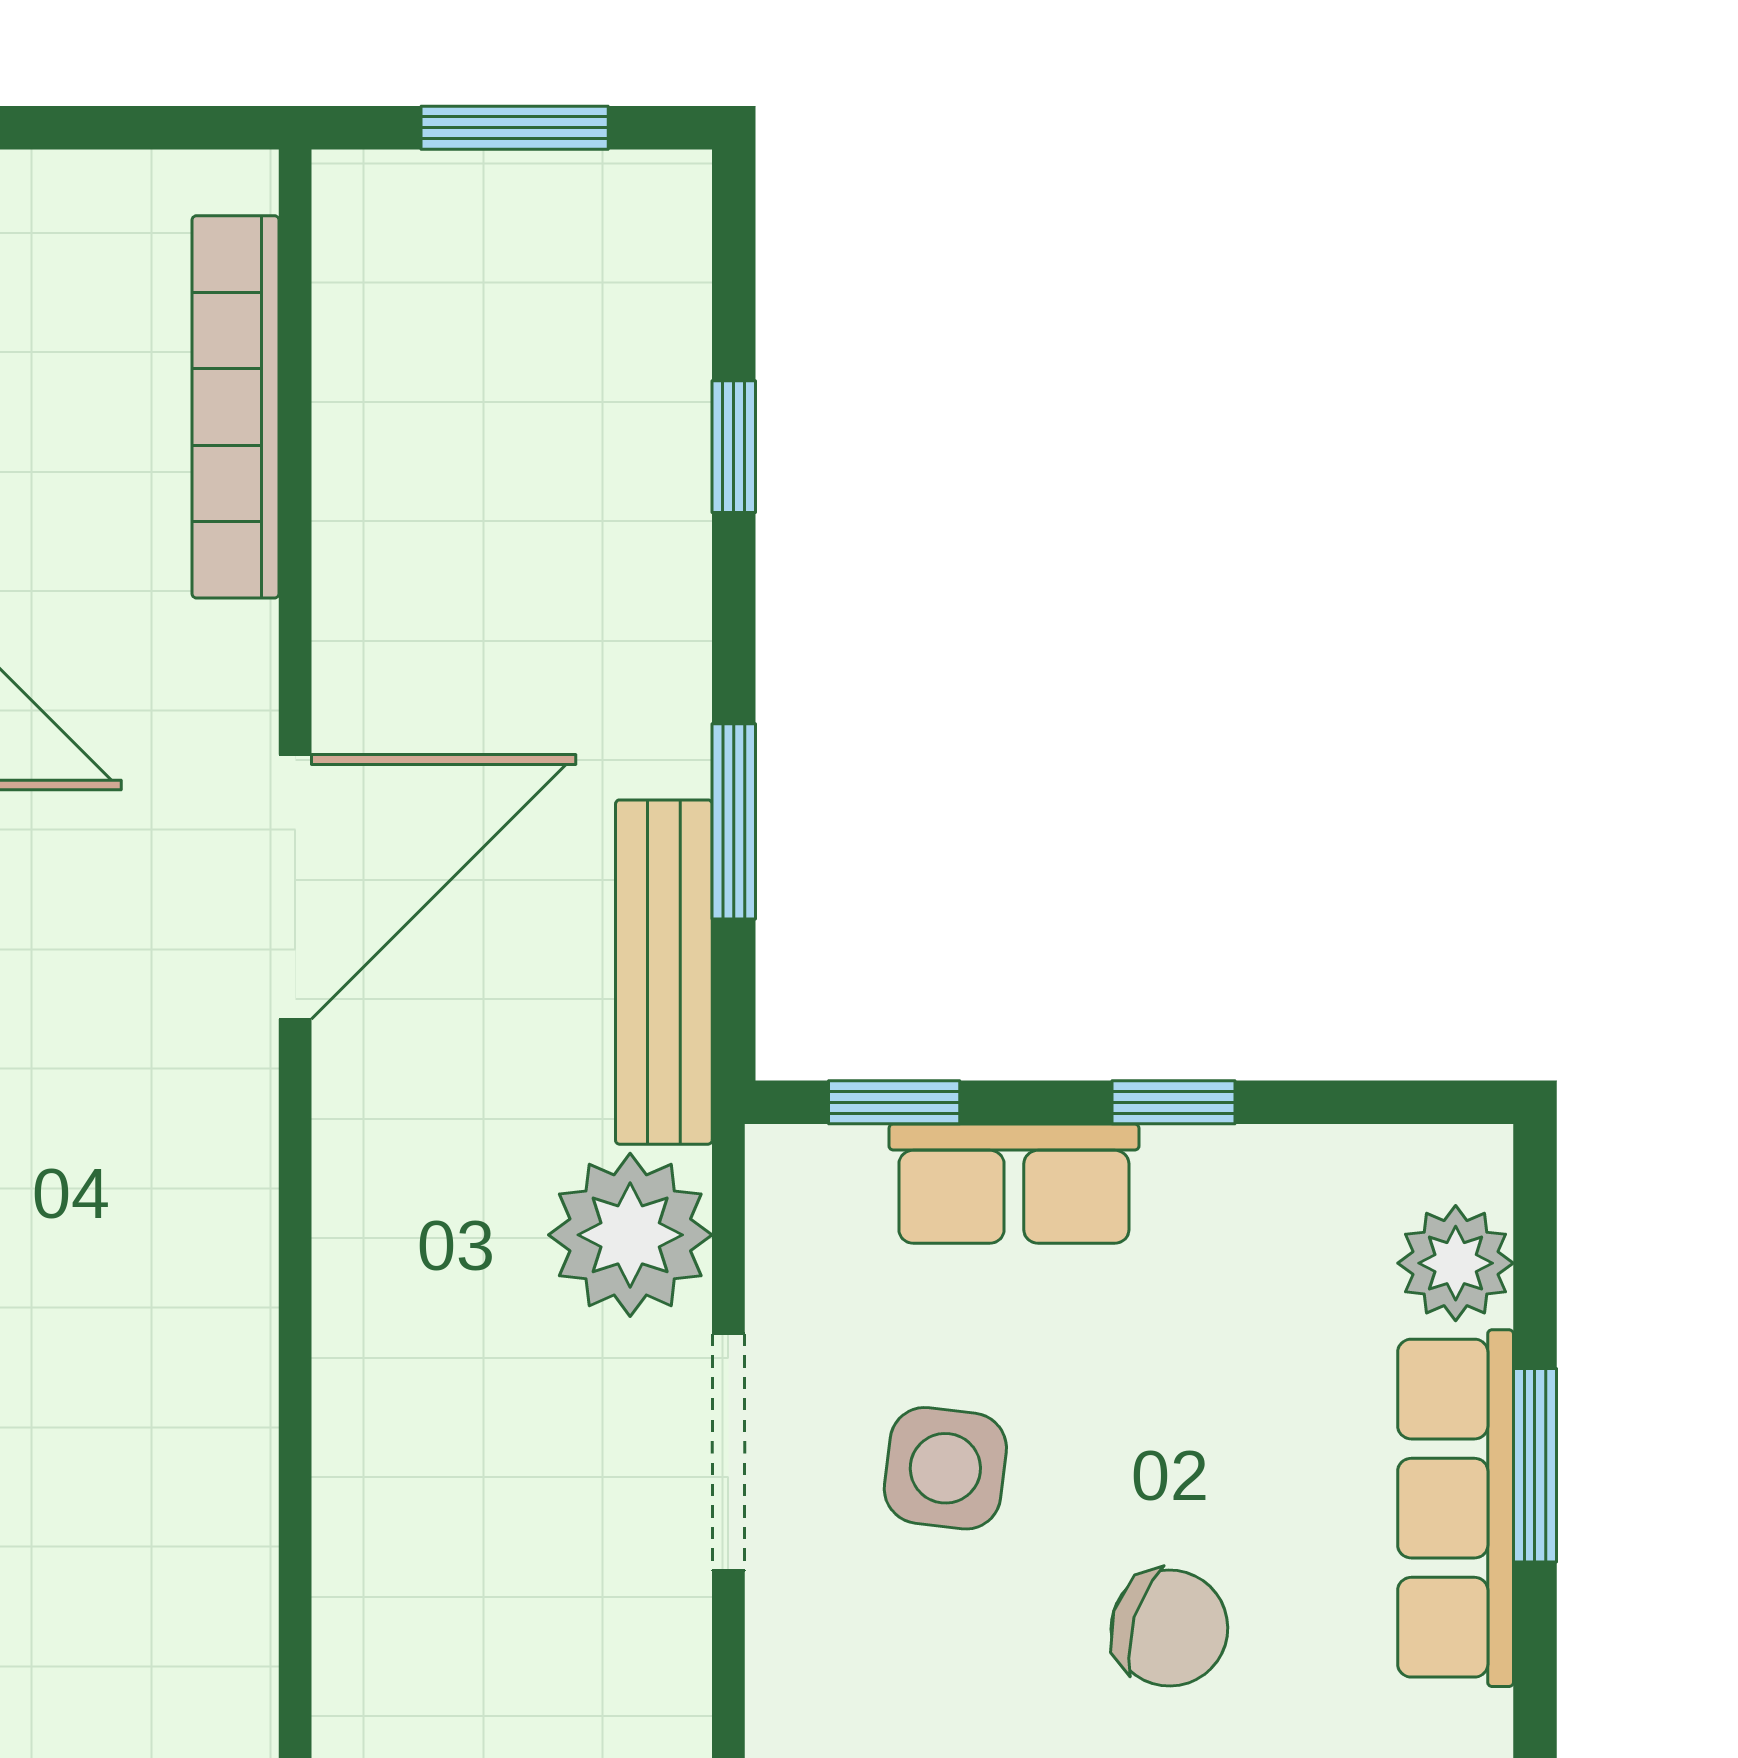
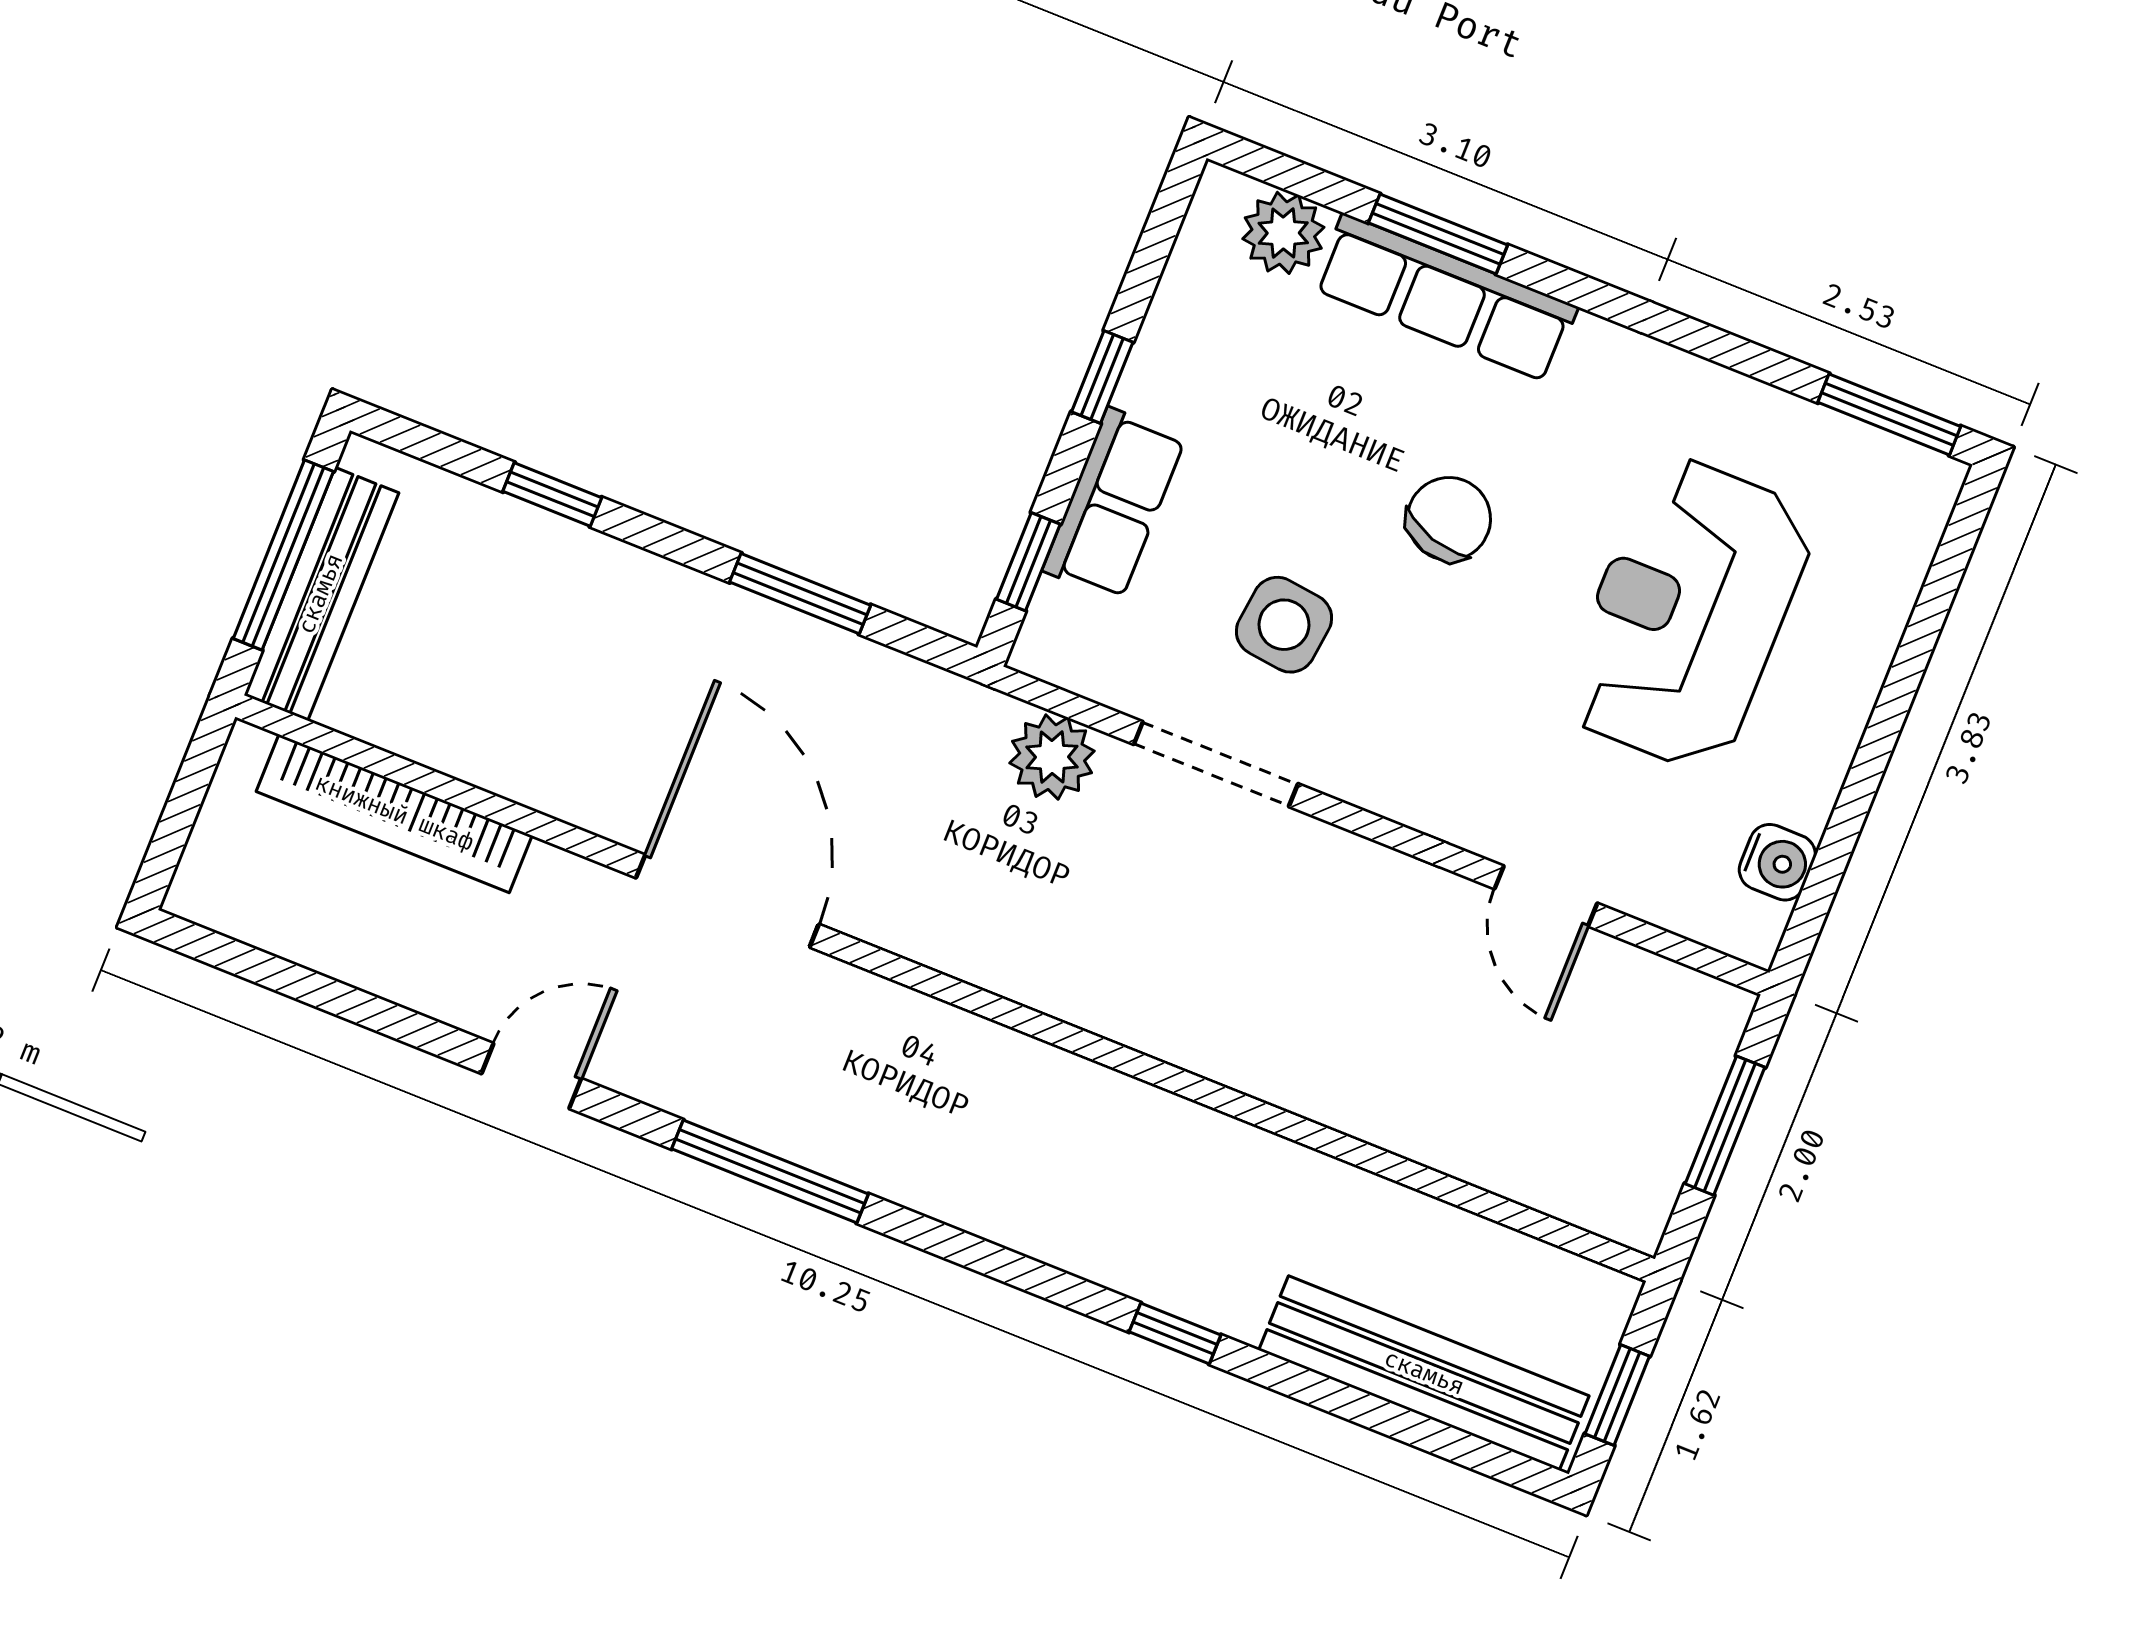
window: (515, 128) -> (283, 555), width x1.44
bench: (664, 972) -> (321, 594), moved, turned 90
plant: (630, 1235) -> (1052, 757), width x0.73, depth x0.73

